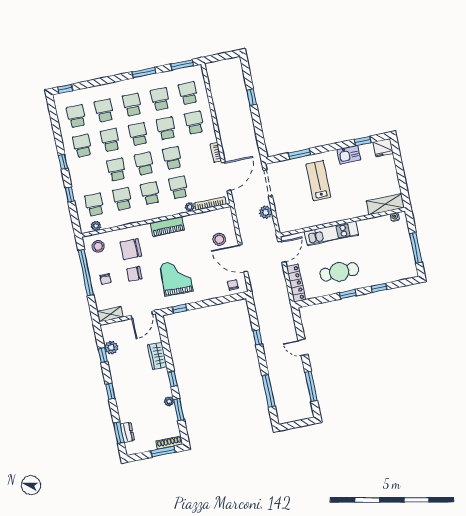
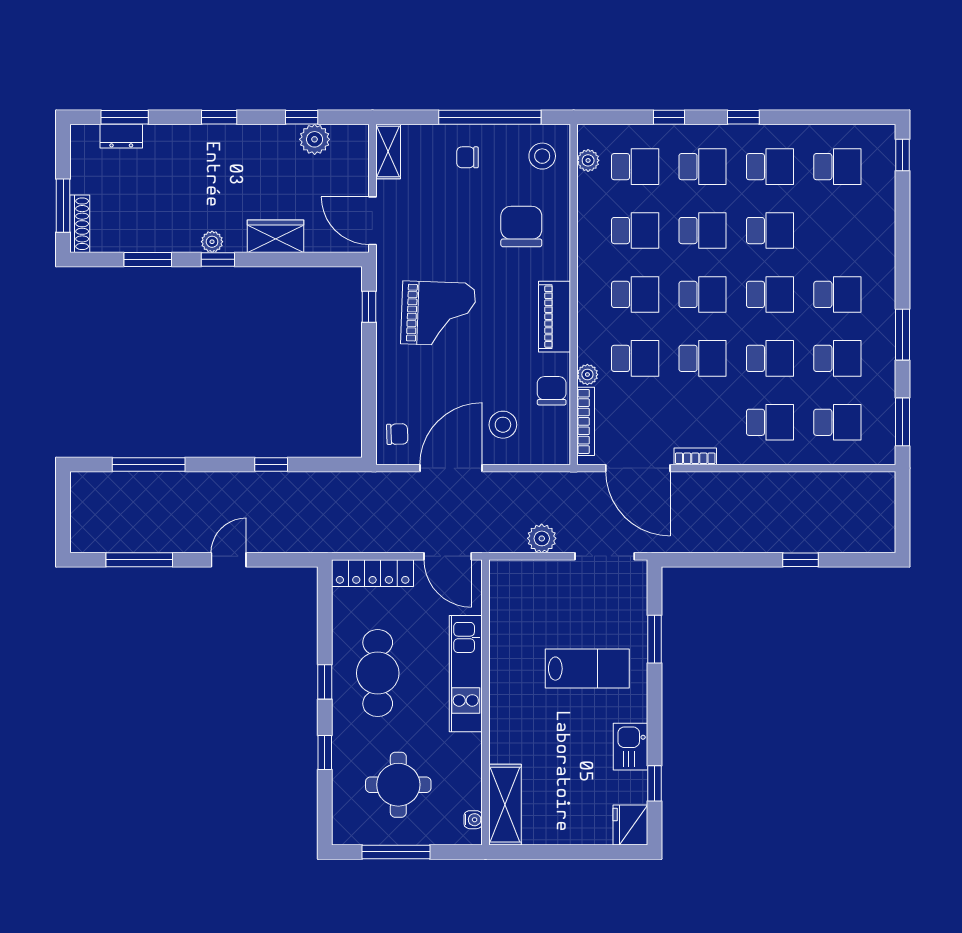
school desk: (104, 110) -> (703, 167), moved
round table: (386, 253) -> (398, 785), added
chair: (134, 274) -> (552, 391), moved
plant: (169, 401) -> (212, 242), moved

